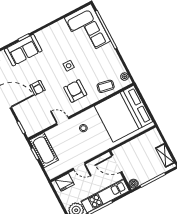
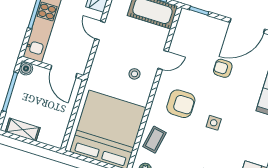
door: (117, 164) -> (64, 72), swing flipped
door: (79, 166) -> (100, 31), hinge flipped

